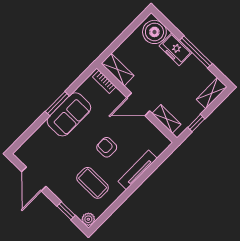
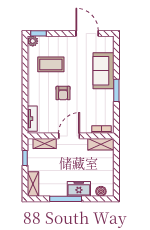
boiler: (154, 32) -> (101, 191), width x0.54, depth x0.54
sofa: (69, 114) -> (104, 71), moved
armchair: (107, 147) -> (63, 93), turned 90
tv unit: (138, 170) -> (32, 119), moved, width x0.71
window: (66, 211) -> (38, 33), moved

